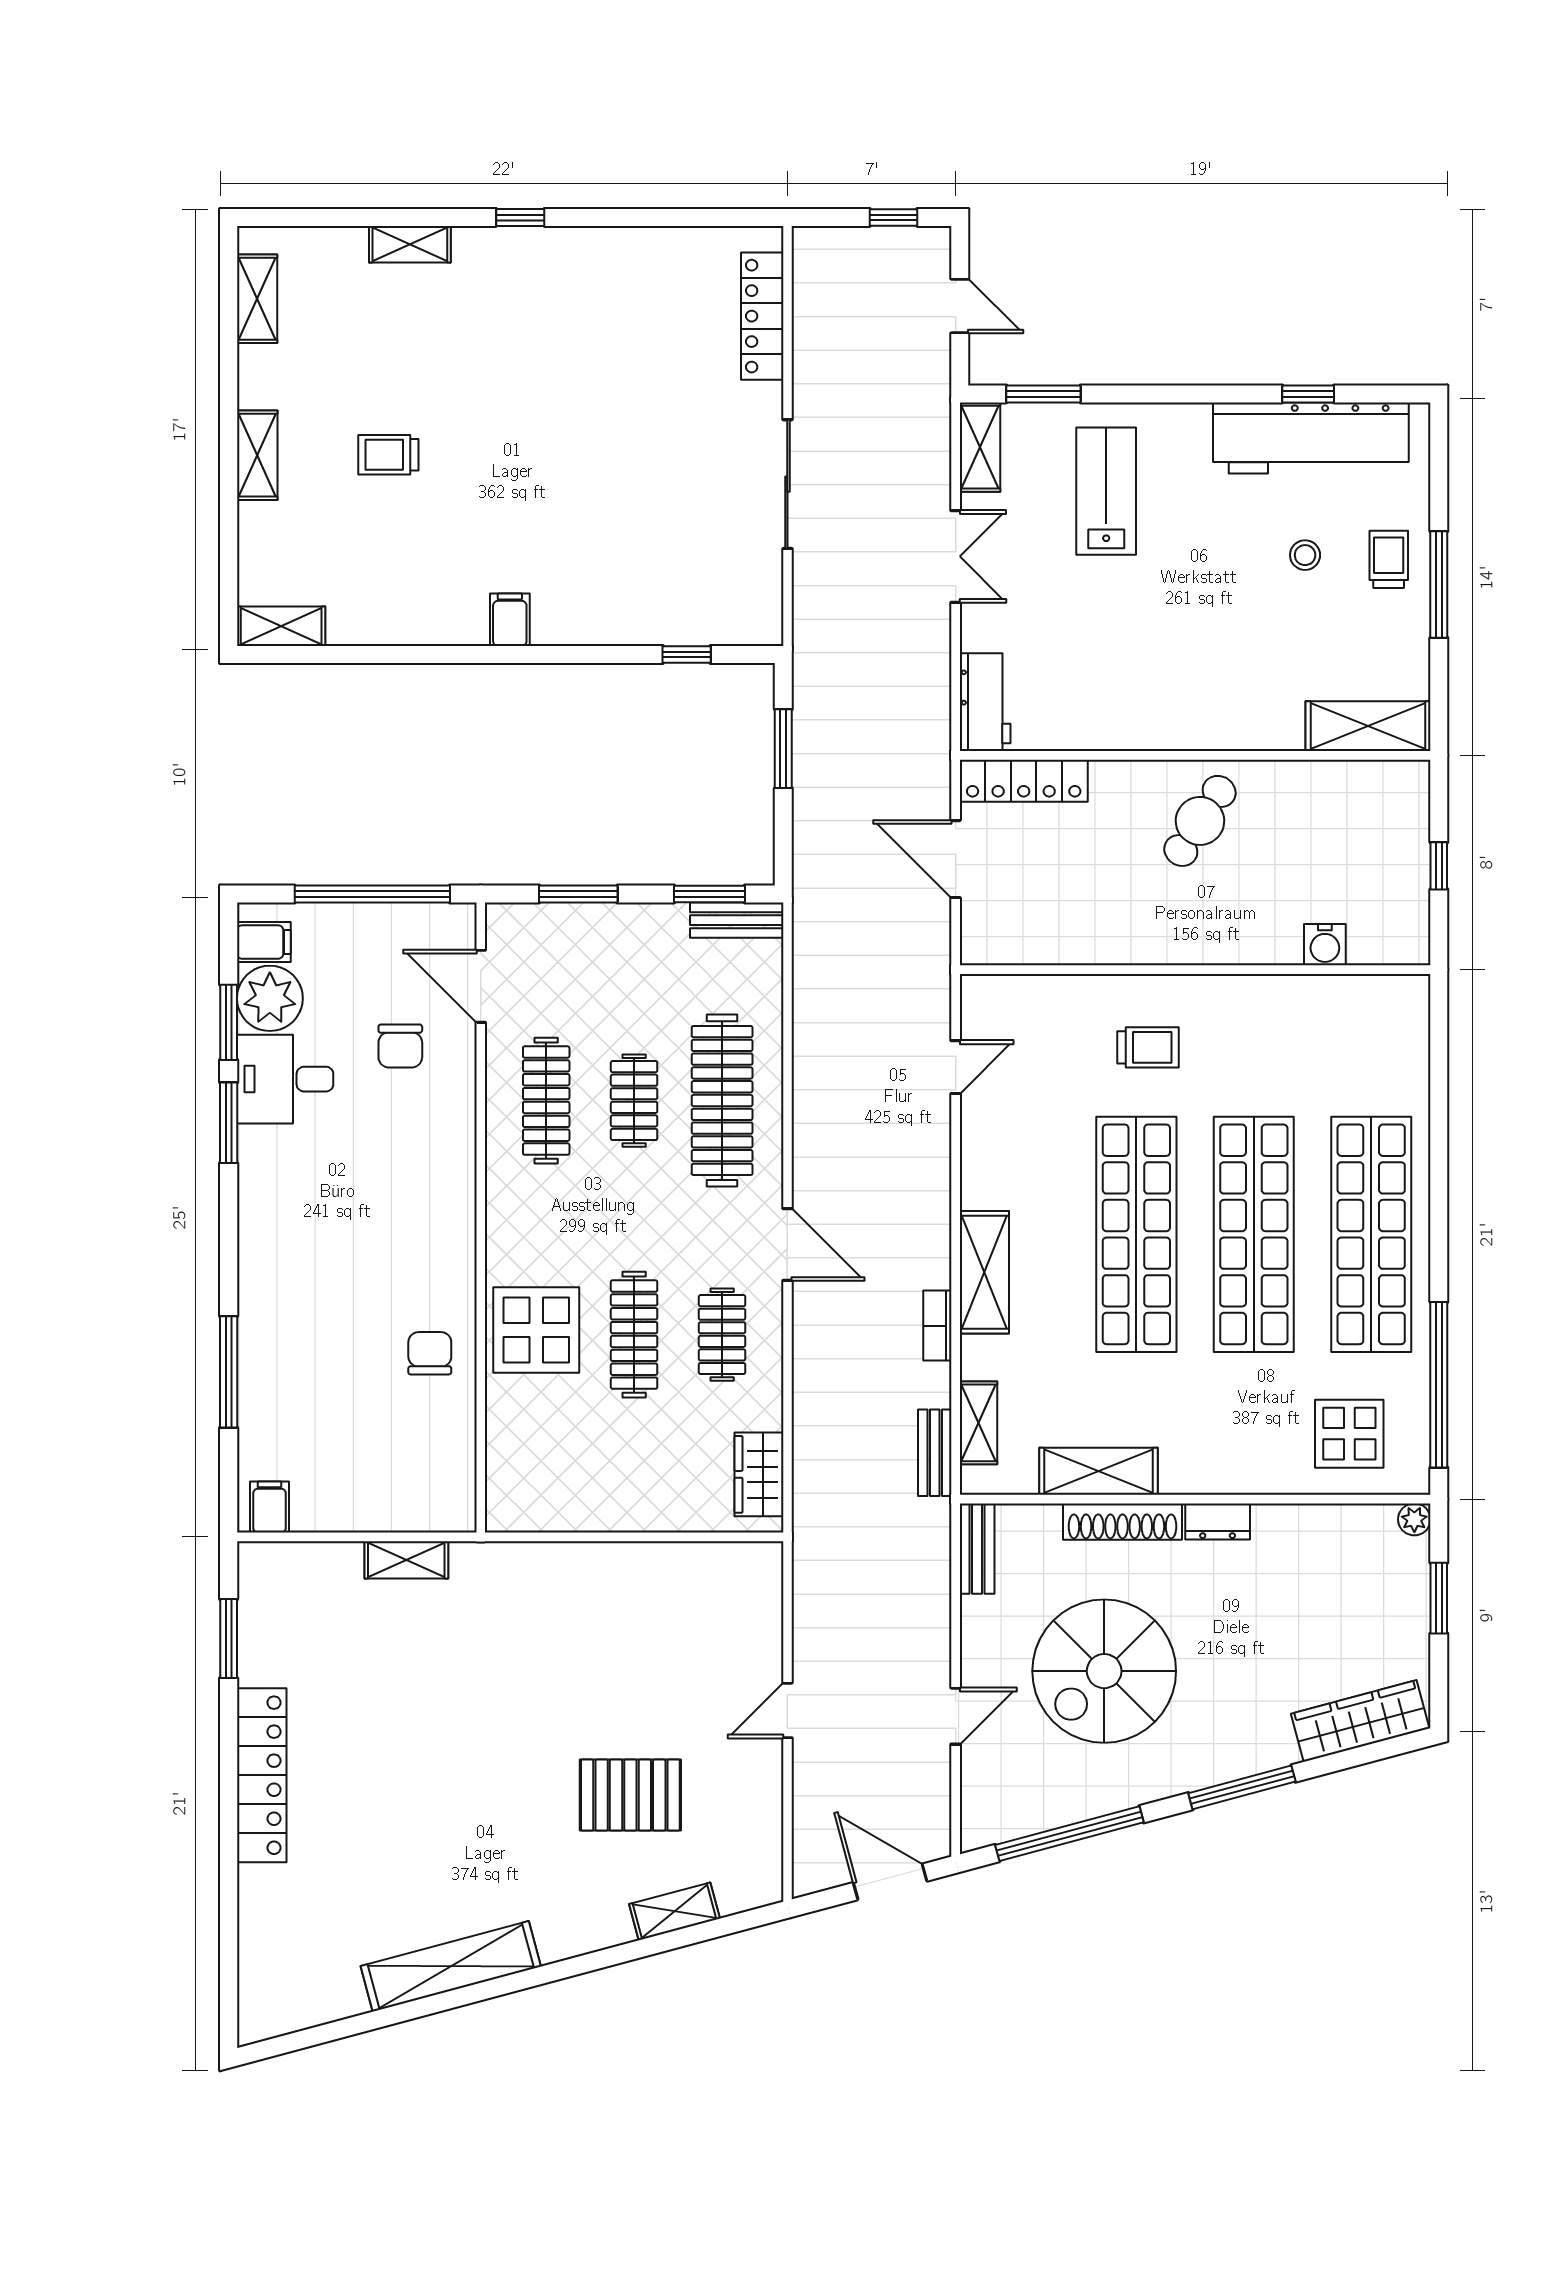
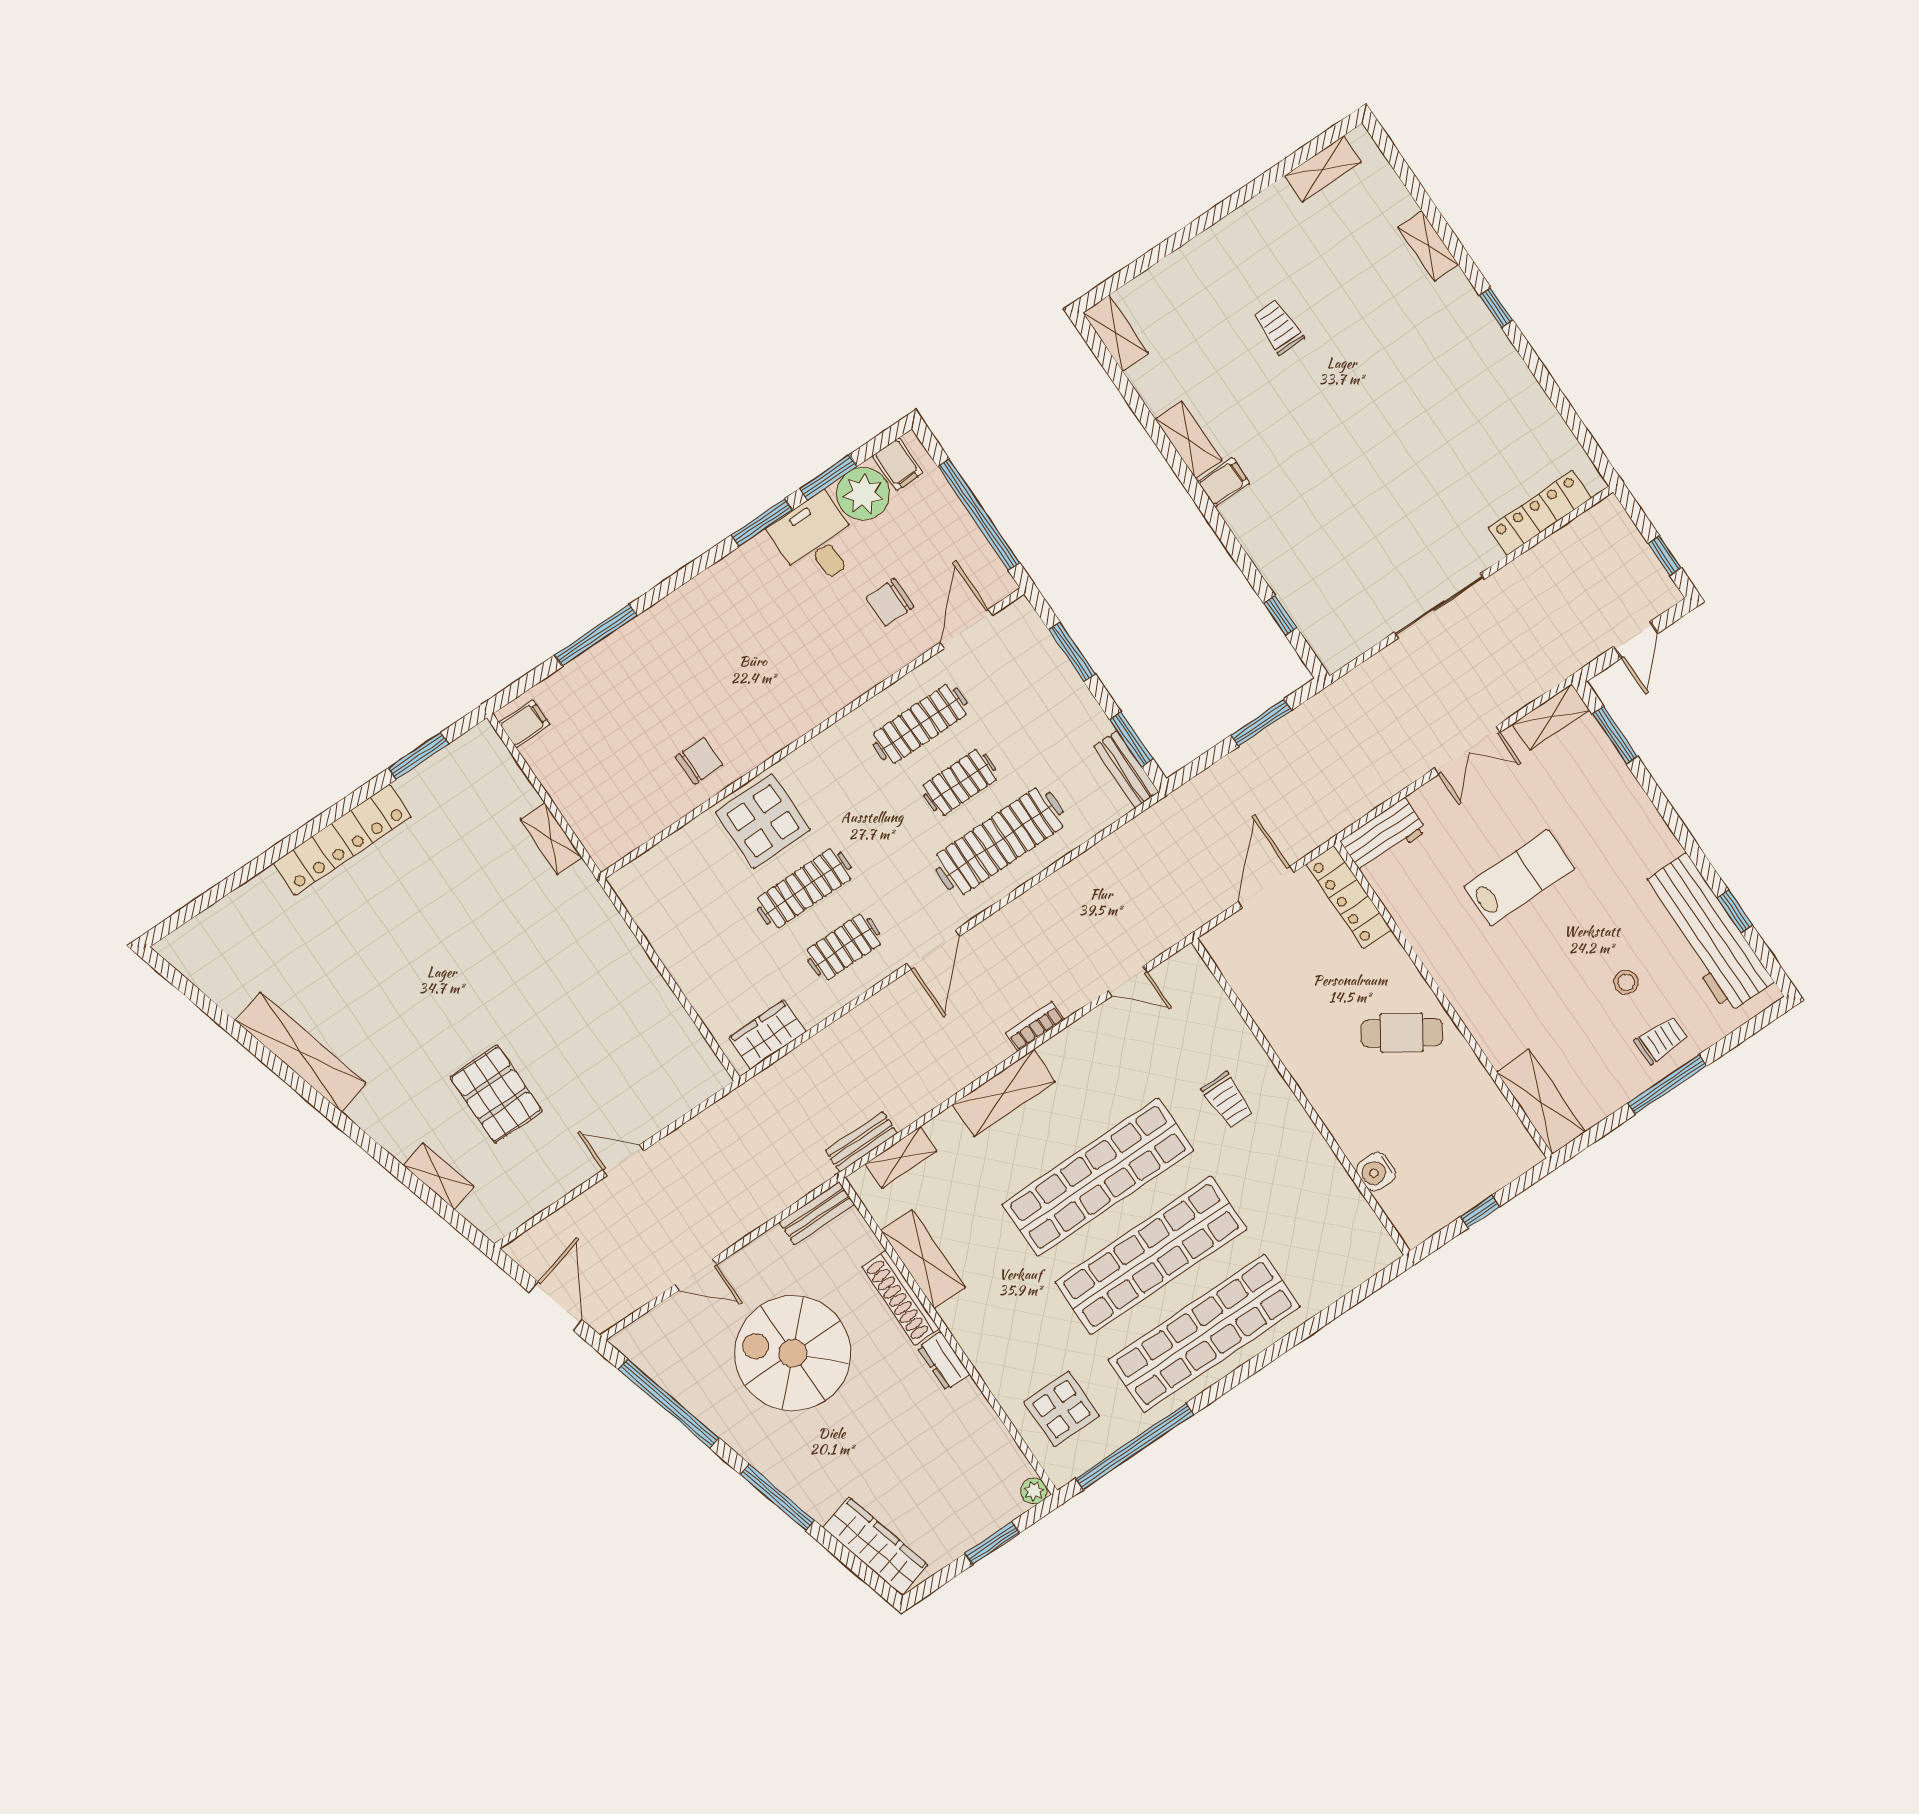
shelving: (257, 455) -> (1189, 440), moved, turned 90
lab bench: (1106, 491) -> (1519, 878), moved
bookcase: (937, 1326) -> (1035, 1026), moved

